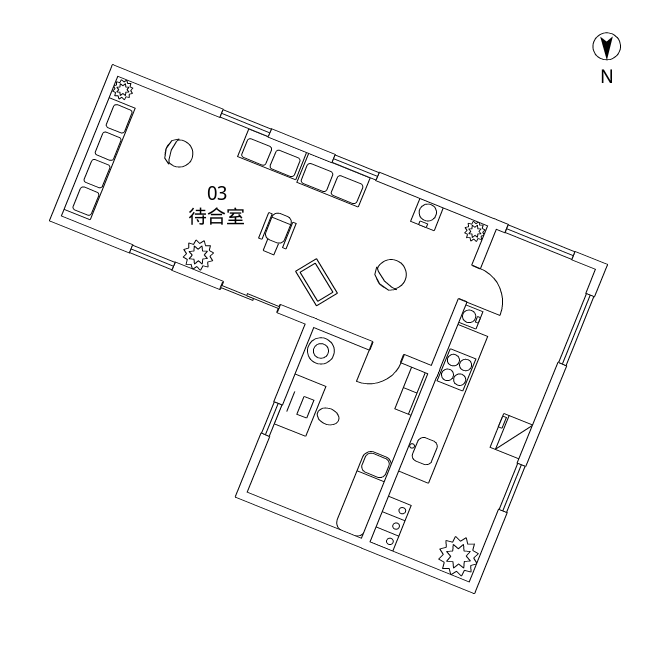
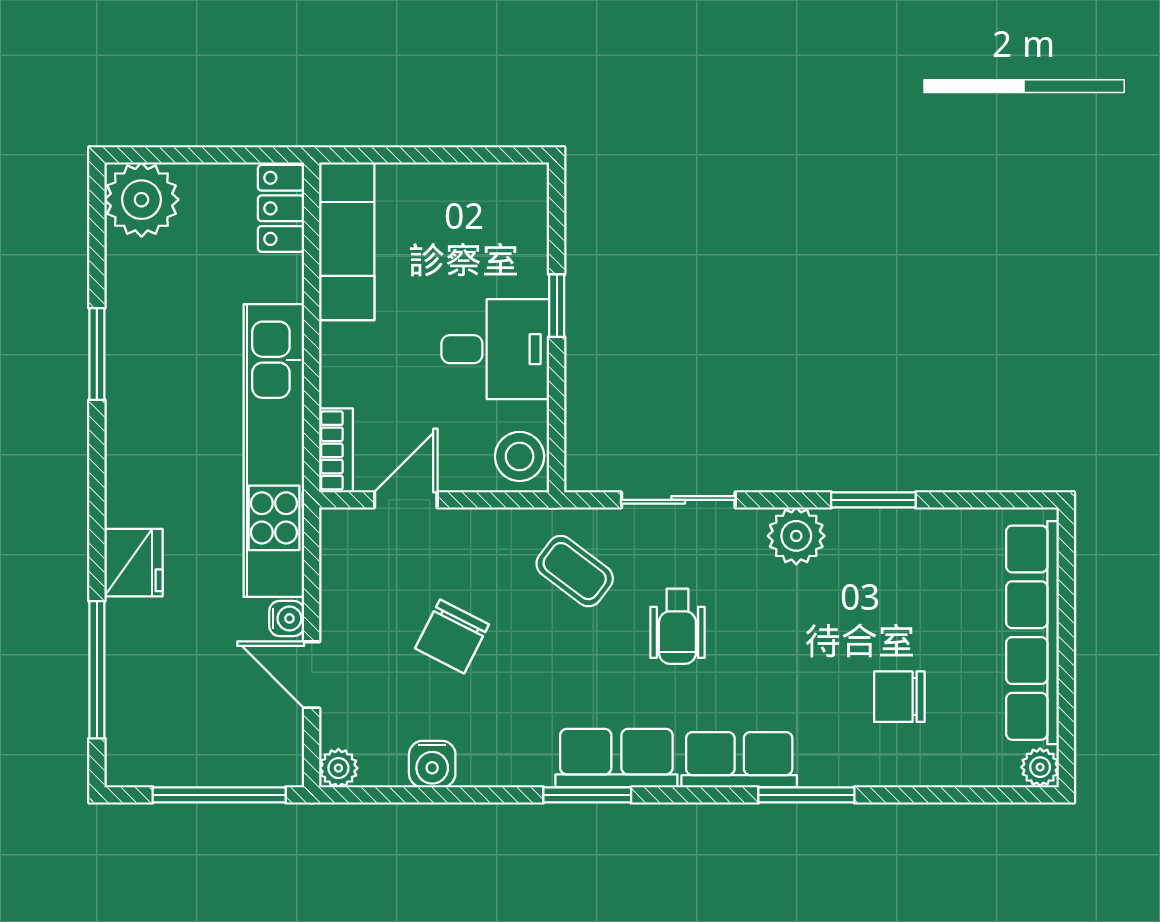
fridge: (512, 436) -> (133, 563), moved

